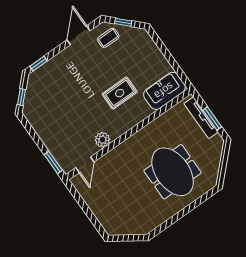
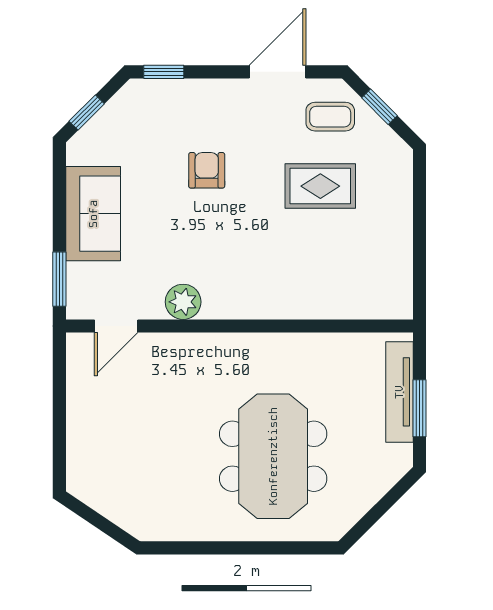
armchair: (78, 88) -> (207, 170), added
sofa: (164, 91) -> (93, 214), moved, turned 90
rug: (120, 93) -> (320, 186), moved

